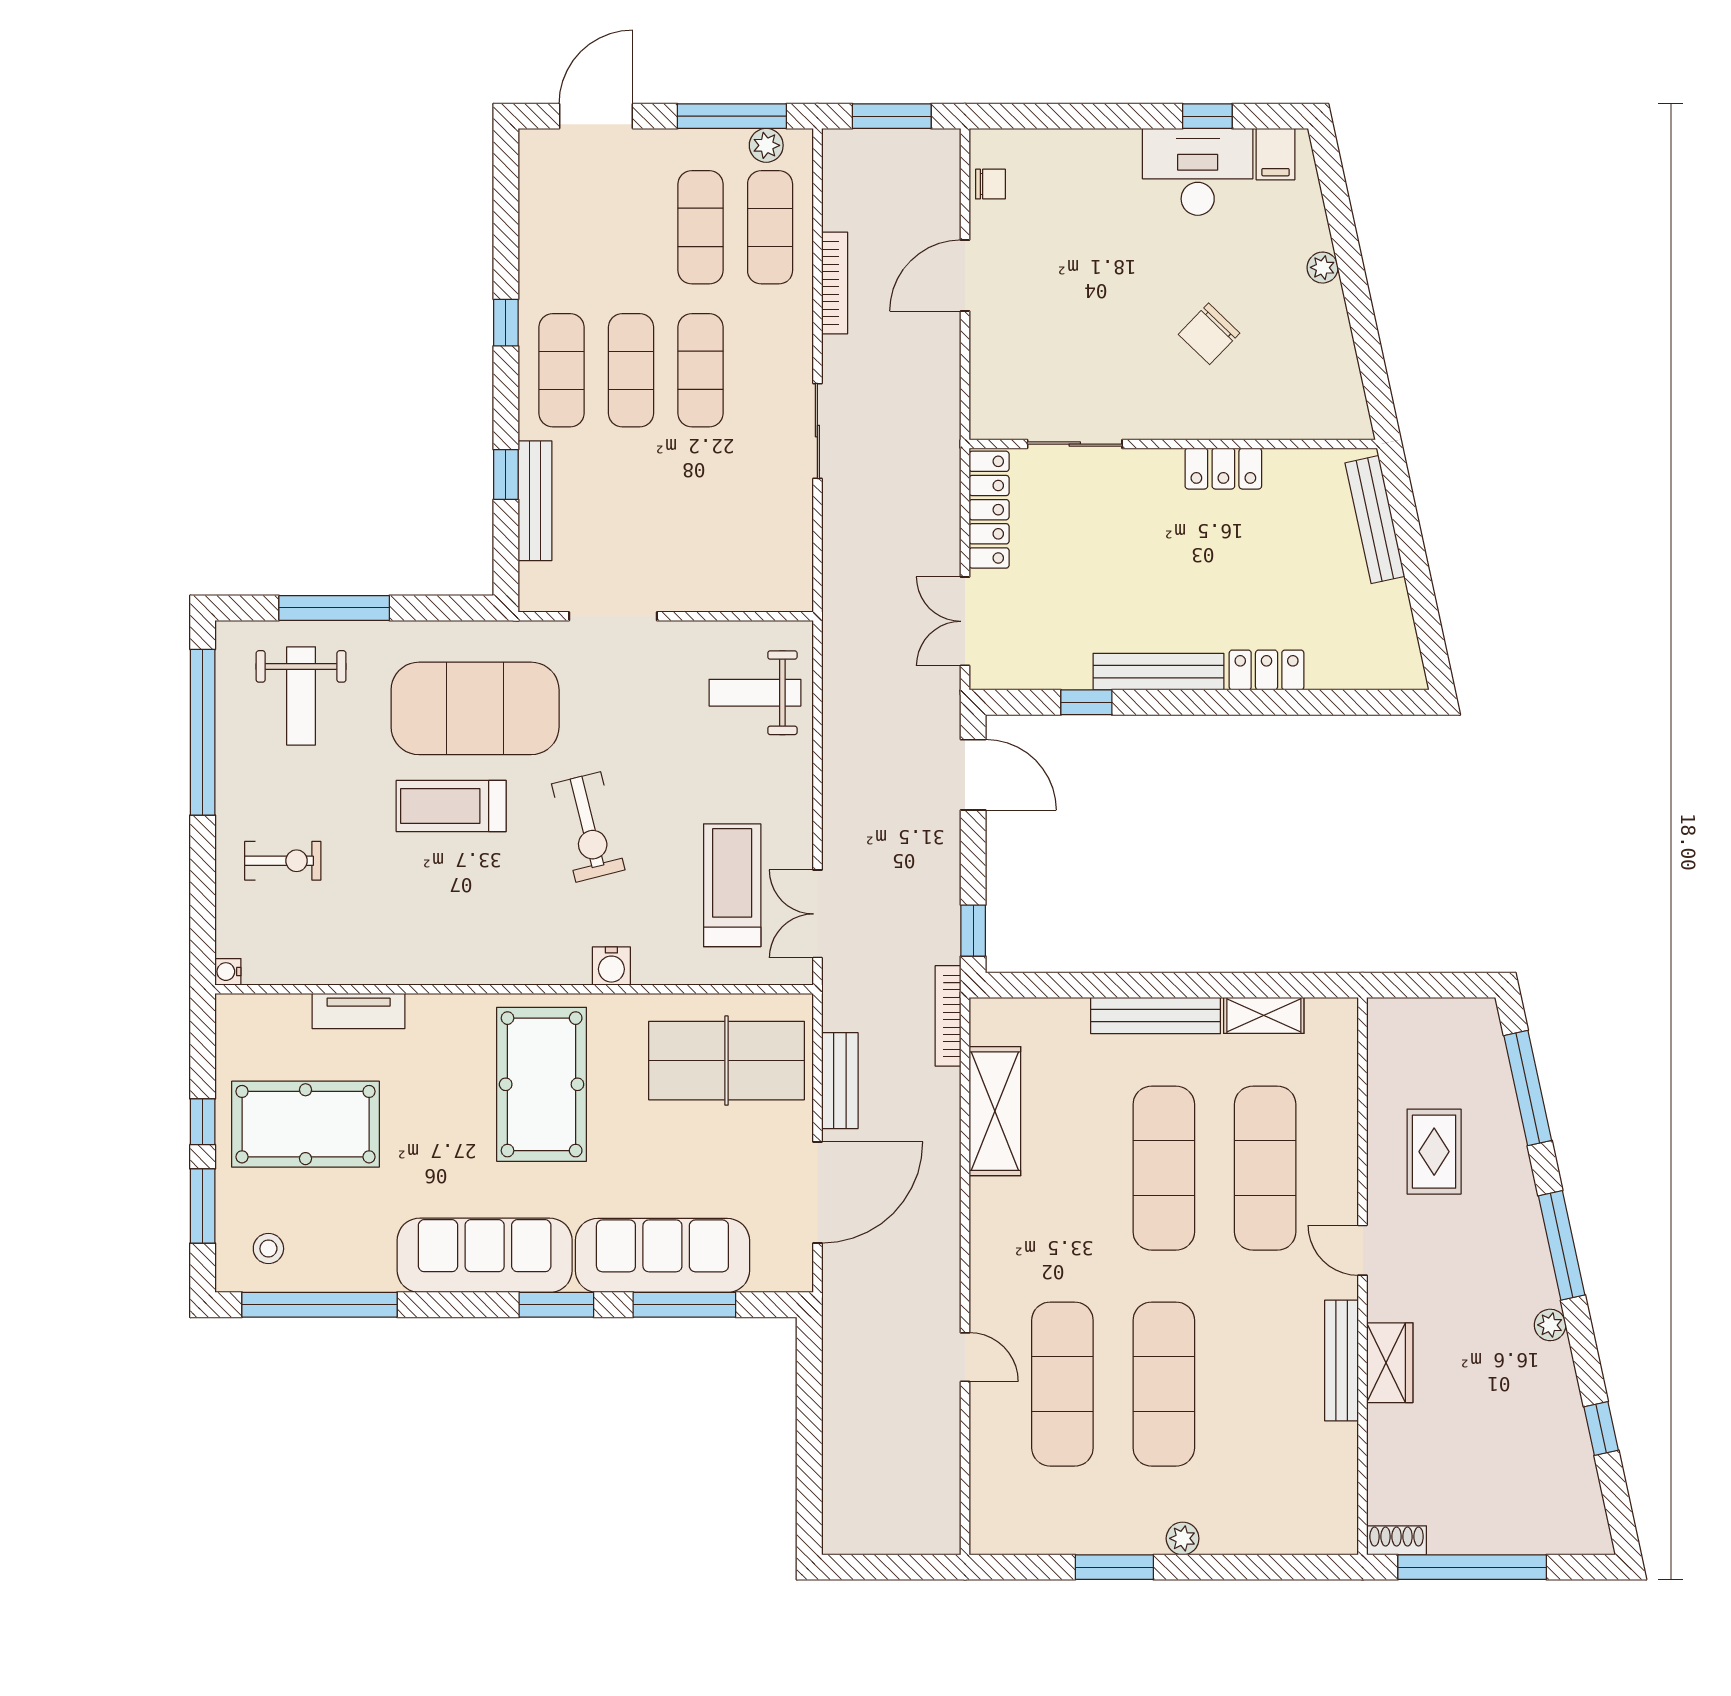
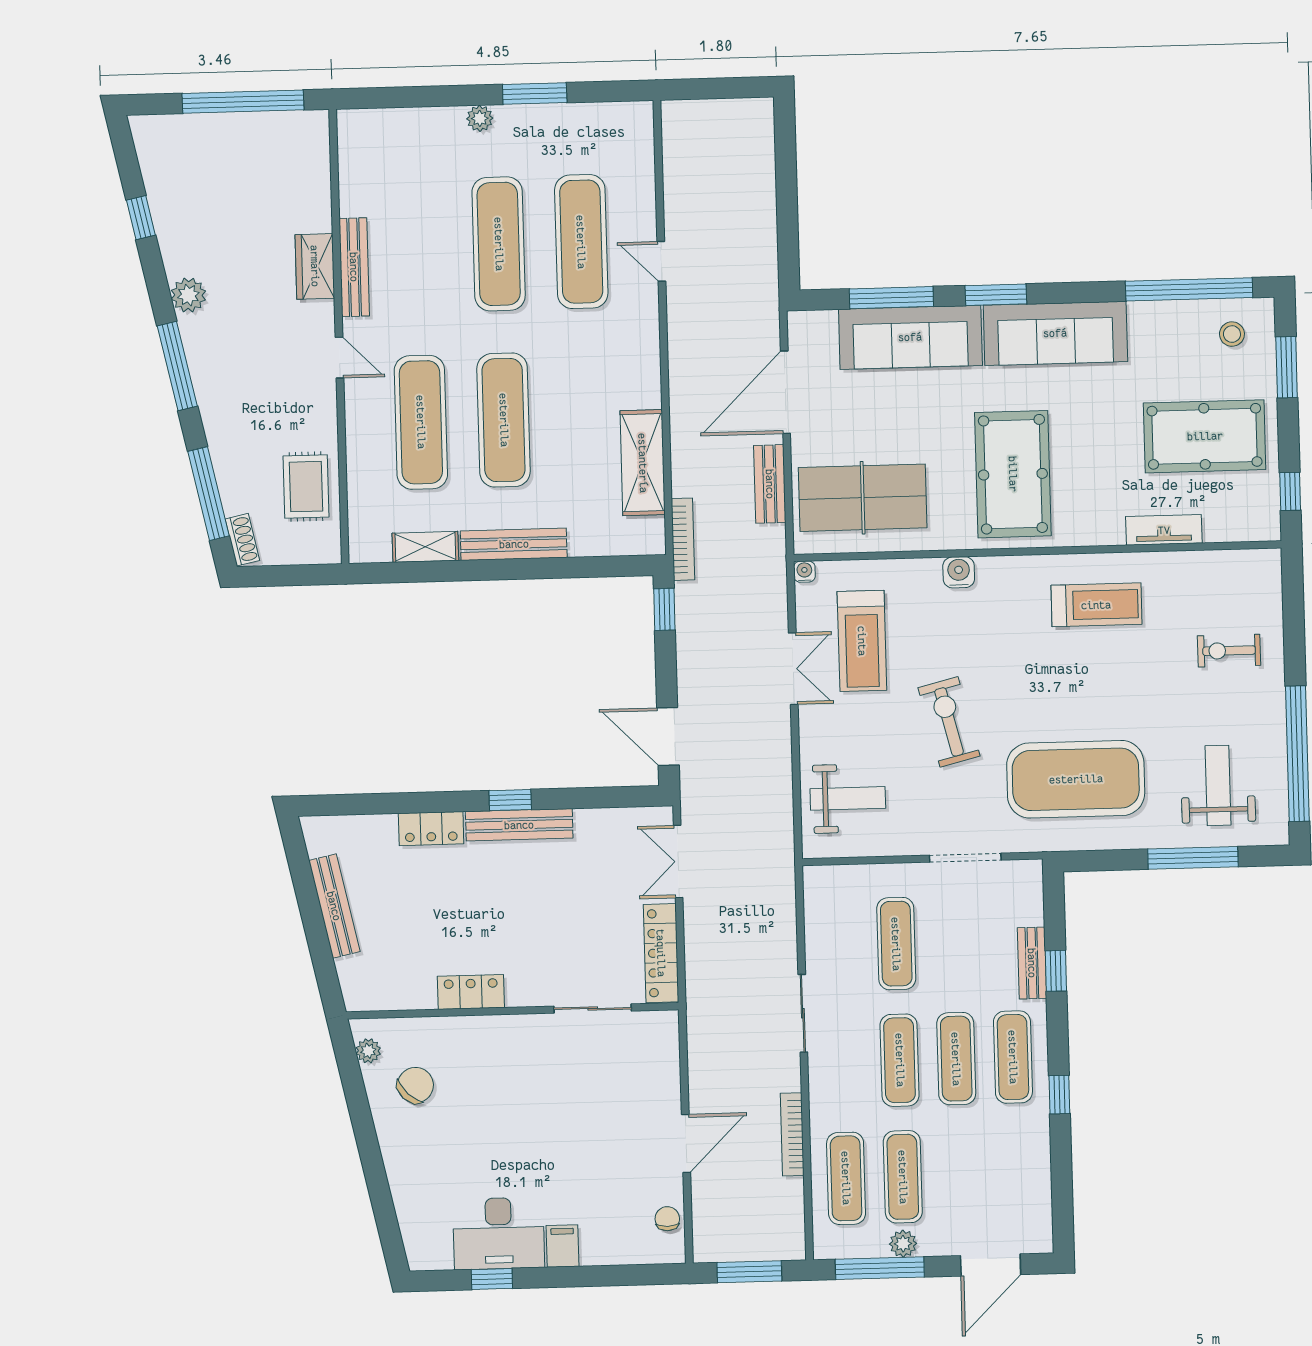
plant: (766, 145) -> (903, 1244), moved
filing cabinet: (1275, 154) -> (562, 1246), moved
chair: (990, 184) -> (667, 1219), turned 90
plant: (1323, 268) -> (368, 1051), moved
chair: (1209, 334) -> (415, 1085), moved
bench: (535, 501) -> (1032, 963), width x0.73
exercise mat: (701, 513) -> (896, 944), added
bench: (1375, 520) -> (334, 906), moved
double door: (965, 621) -> (678, 861), swing flipped
window: (1086, 702) -> (510, 800), moved
treadmill: (451, 806) -> (1096, 605), moved
exercise bike: (588, 827) -> (949, 722), moved
double door: (817, 914) -> (793, 669), moved
water cooler: (228, 972) -> (804, 572), moved, turned -90
window: (203, 1122) -> (1290, 491), moved
rug: (1434, 1152) -> (306, 487), moved
plant: (1550, 1325) -> (188, 295), width x1.38, depth x1.38
shoe rack: (1397, 1540) -> (242, 540), moved, turned -102

